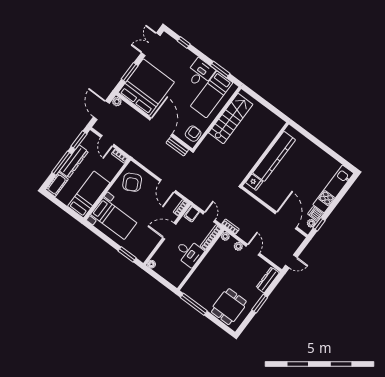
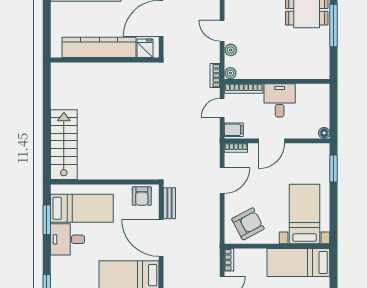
stairs: (231, 119) -> (64, 145), moved, turned 90
door: (161, 127) -> (161, 238), hinge flipped
armchair: (193, 134) -> (142, 196), turned -90
wall: (265, 154) -> (105, 60), moved
kitchen counter: (274, 156) -> (99, 47), moved
fridge: (254, 182) -> (145, 48), moved
door: (169, 231) -> (272, 141), hinge flipped
door: (253, 250) -> (222, 31), hinge flipped
window: (194, 304) -> (334, 25), moved

